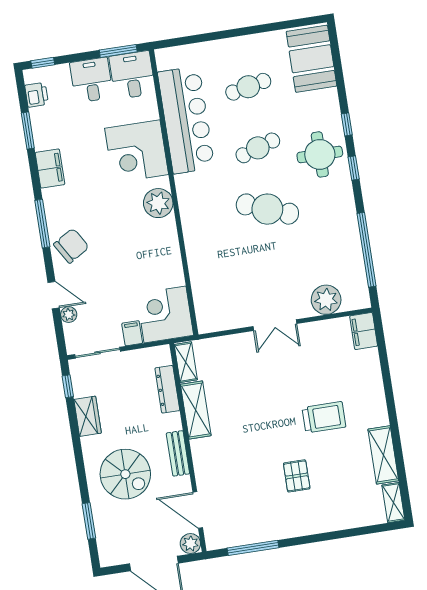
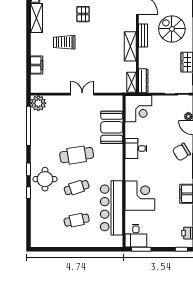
booth: (312, 59) -> (112, 127), moved
desk: (91, 80) -> (136, 148), moved, turned 90
plant: (158, 203) -> (133, 167), removed
cafe table: (267, 209) -> (77, 155), turned -30
plant: (326, 300) -> (38, 103), moved
filing cabinet: (364, 331) -> (37, 65), moved
filing cabinet: (132, 333) -> (157, 102), removed
dresser: (167, 389) -> (143, 81), moved
shelving: (196, 410) -> (130, 46), moved

